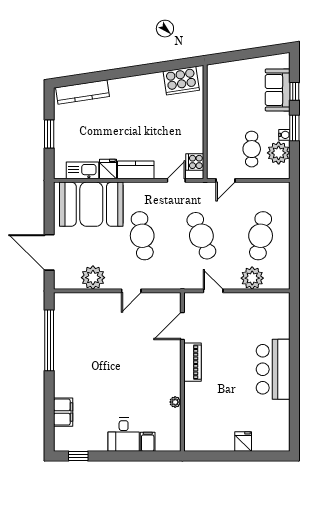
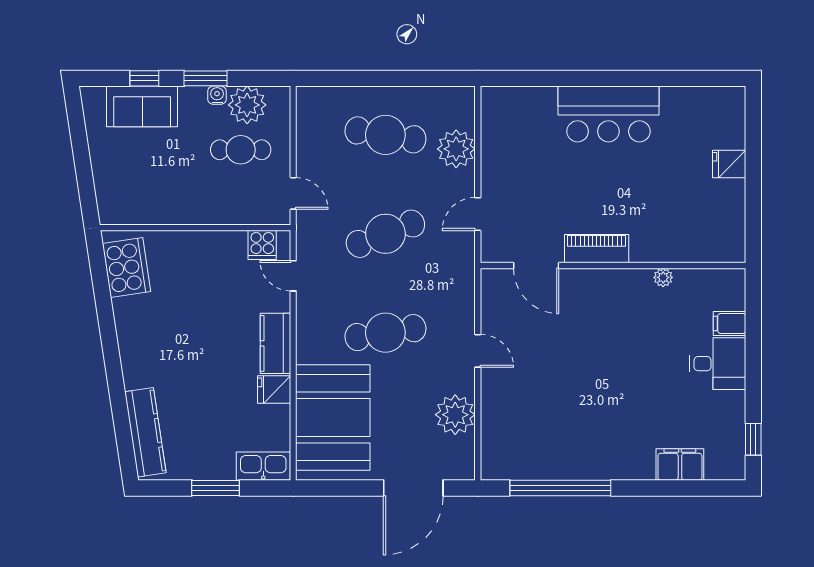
kitchen sink: (82, 170) -> (263, 466), moved, turned 90

